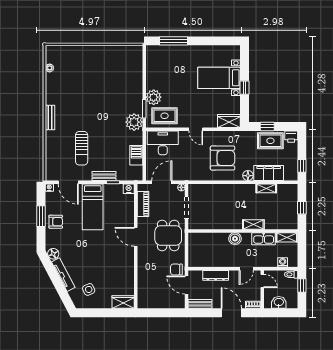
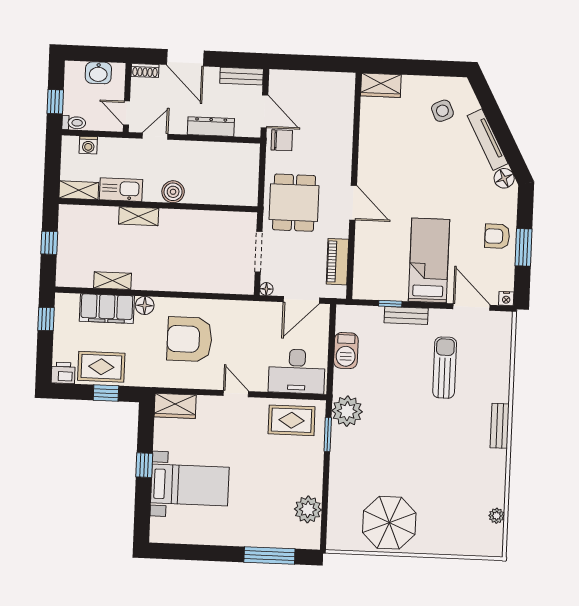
parasol: (108, 62) -> (389, 523), added
plant: (154, 97) -> (308, 509), moved
nightstand: (129, 189) -> (362, 290), removed

